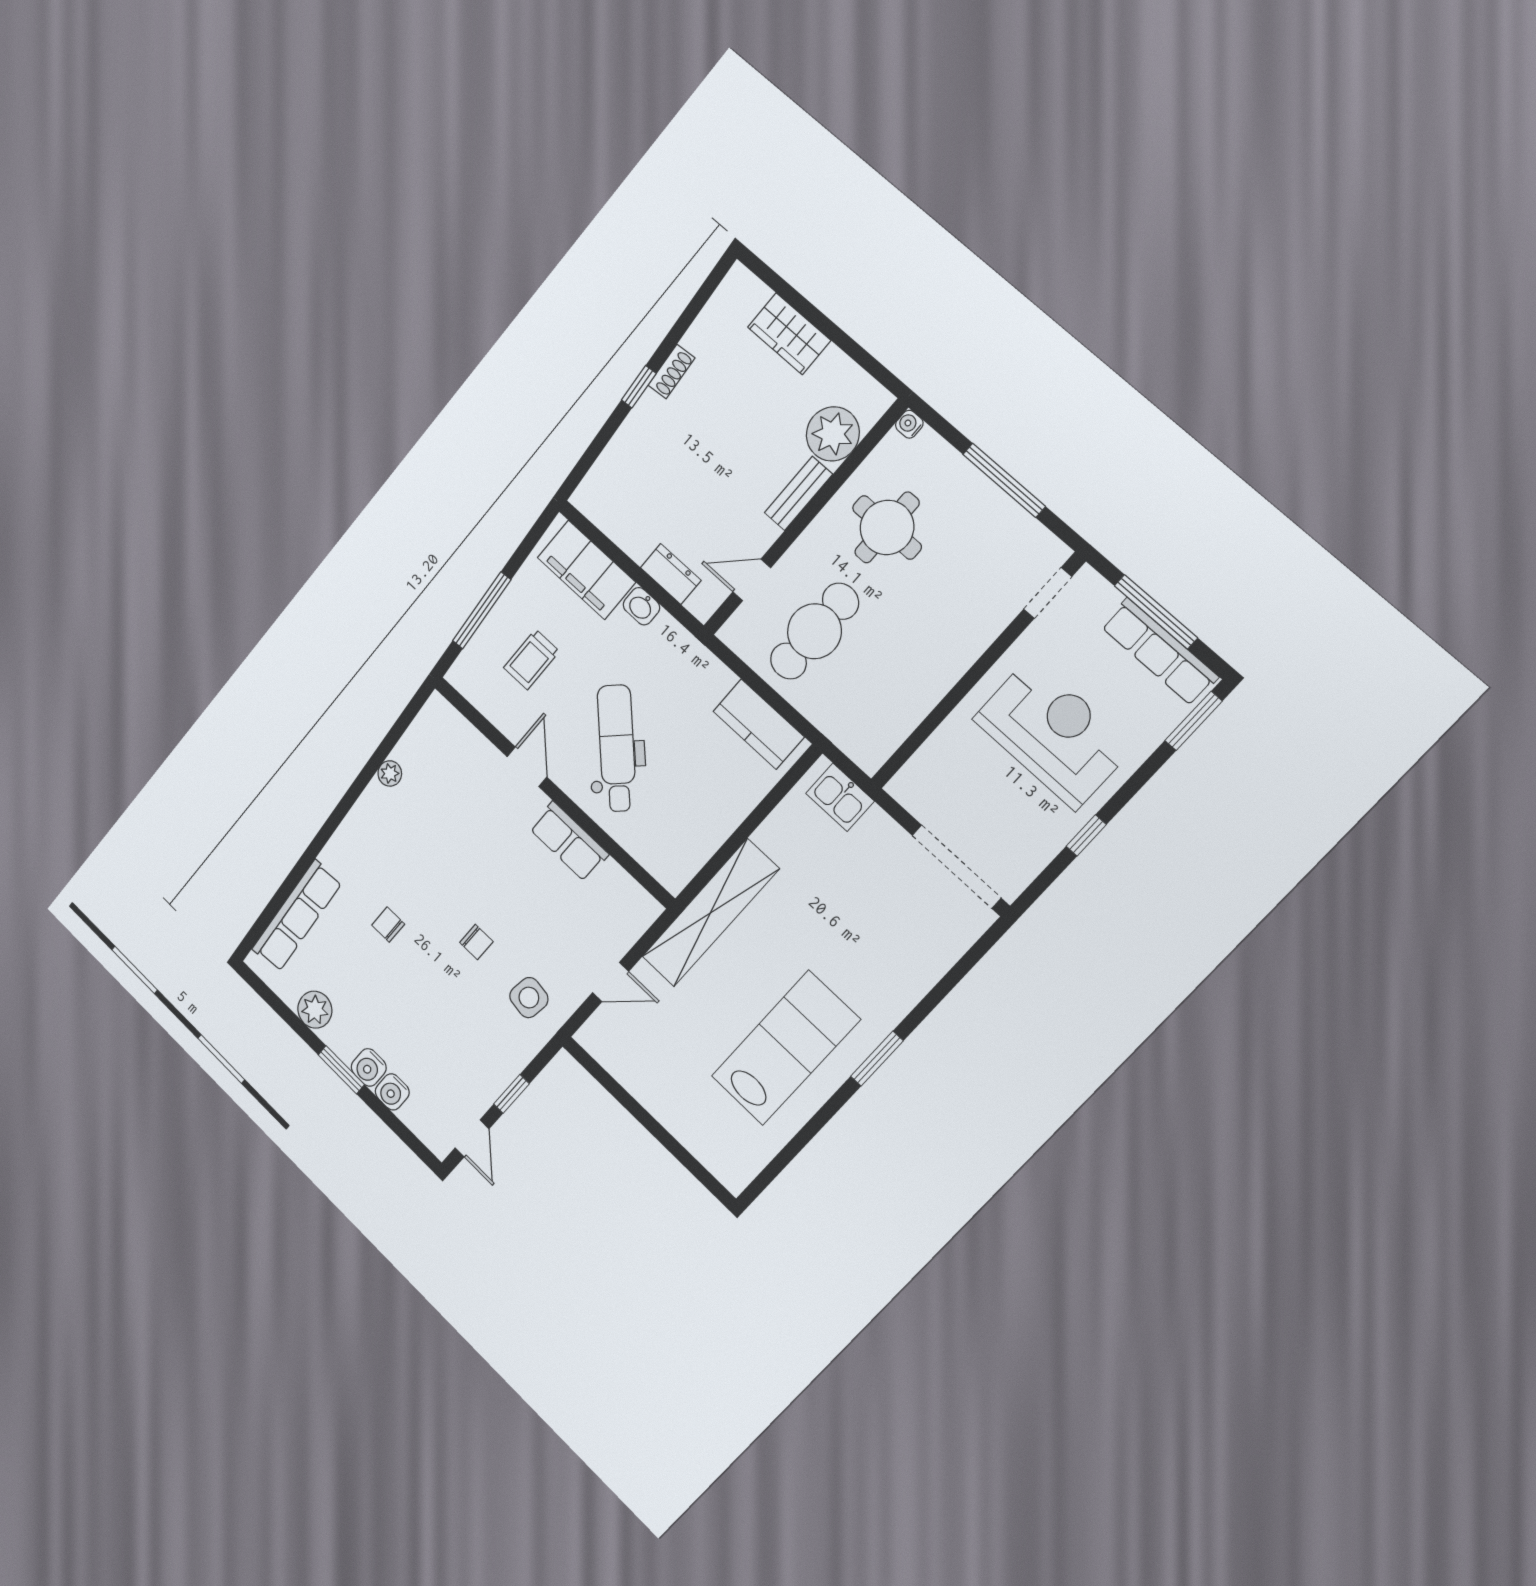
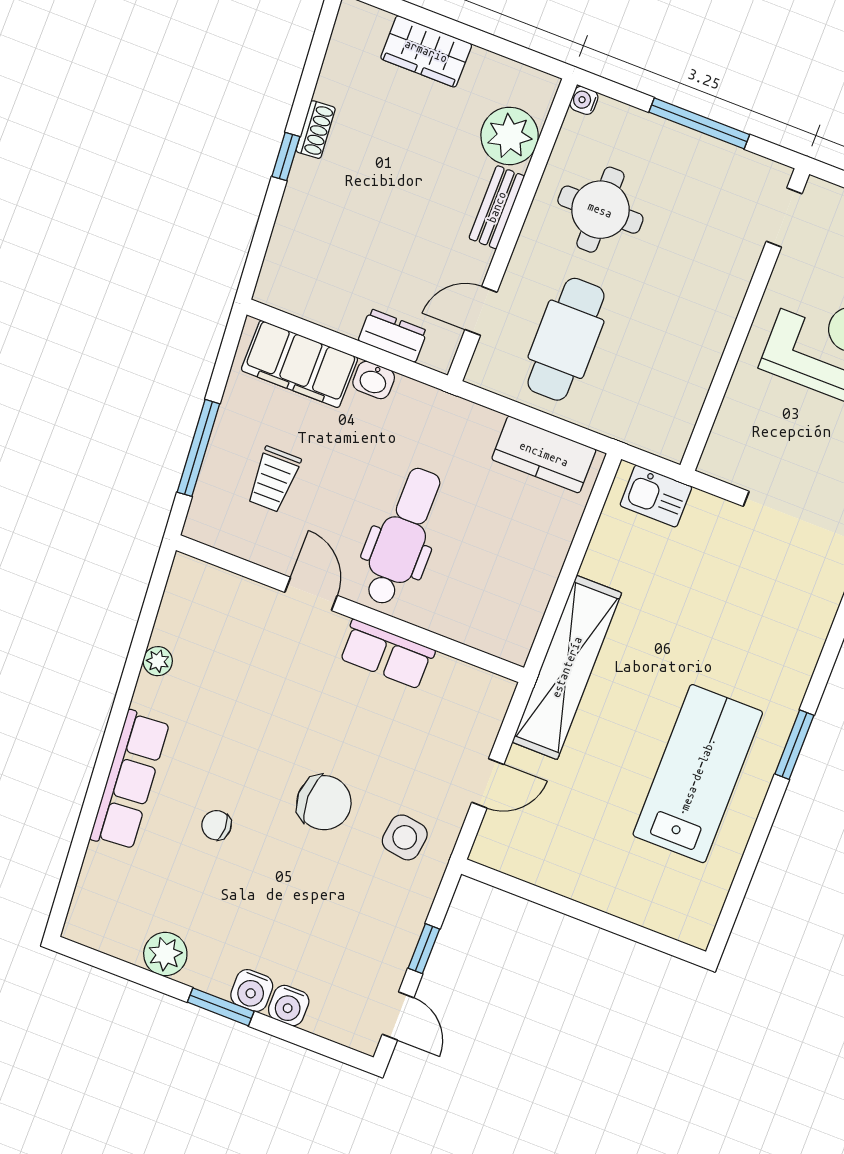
dental chair: (617, 748) -> (402, 537), turned 45
row of seats: (297, 916) -> (130, 780), moved
chair: (476, 942) -> (324, 803), width x1.87, depth x1.87

